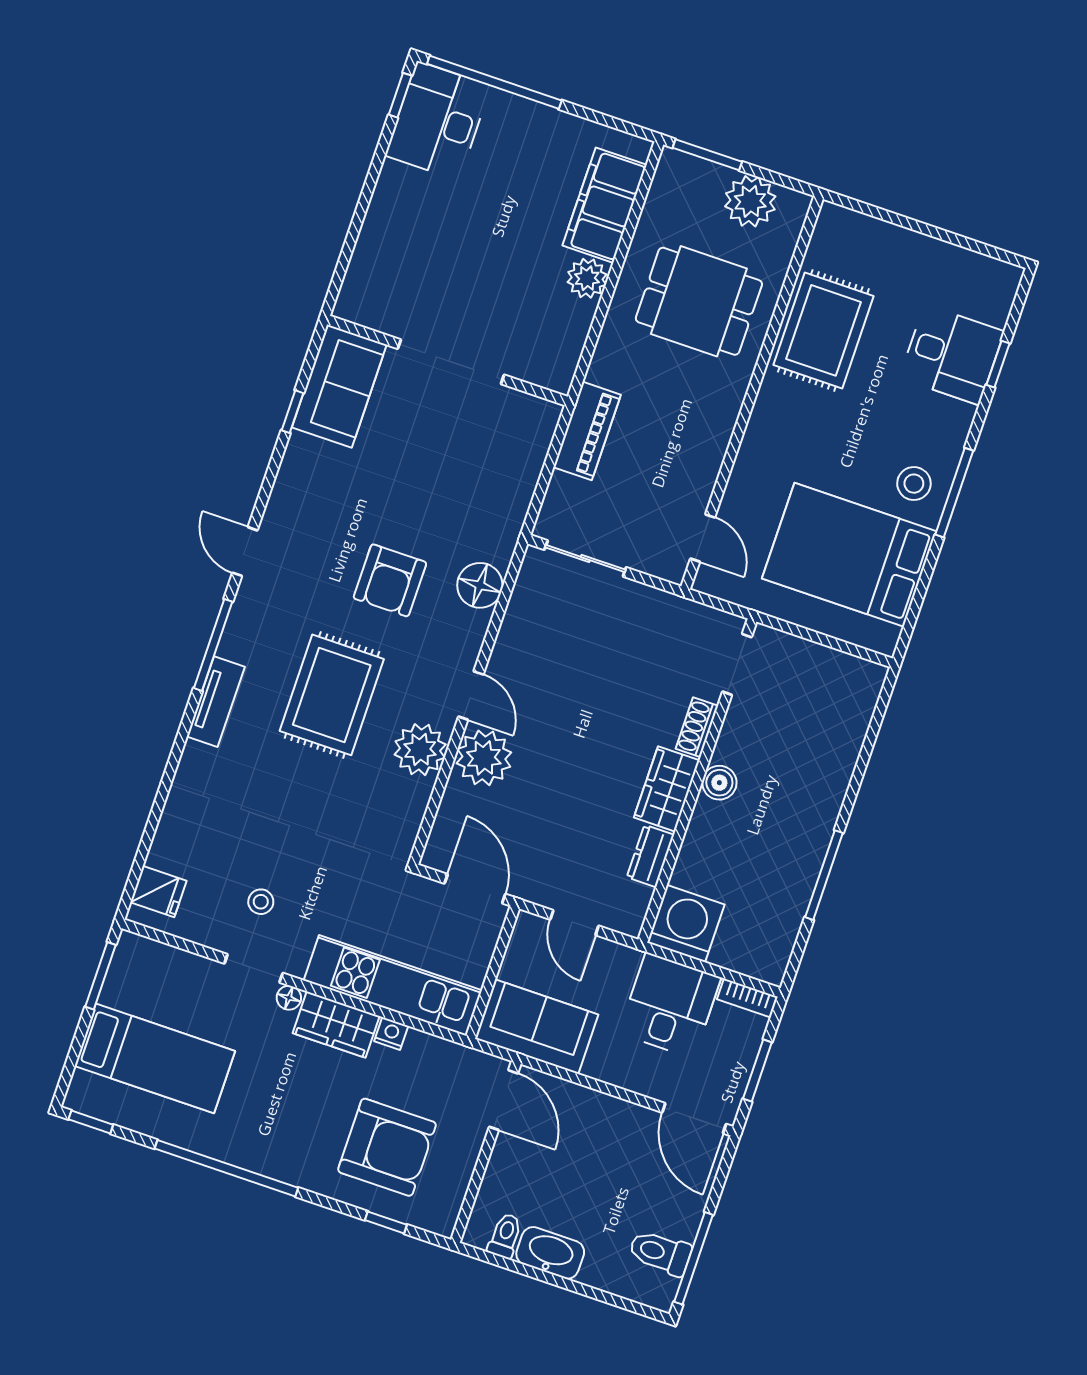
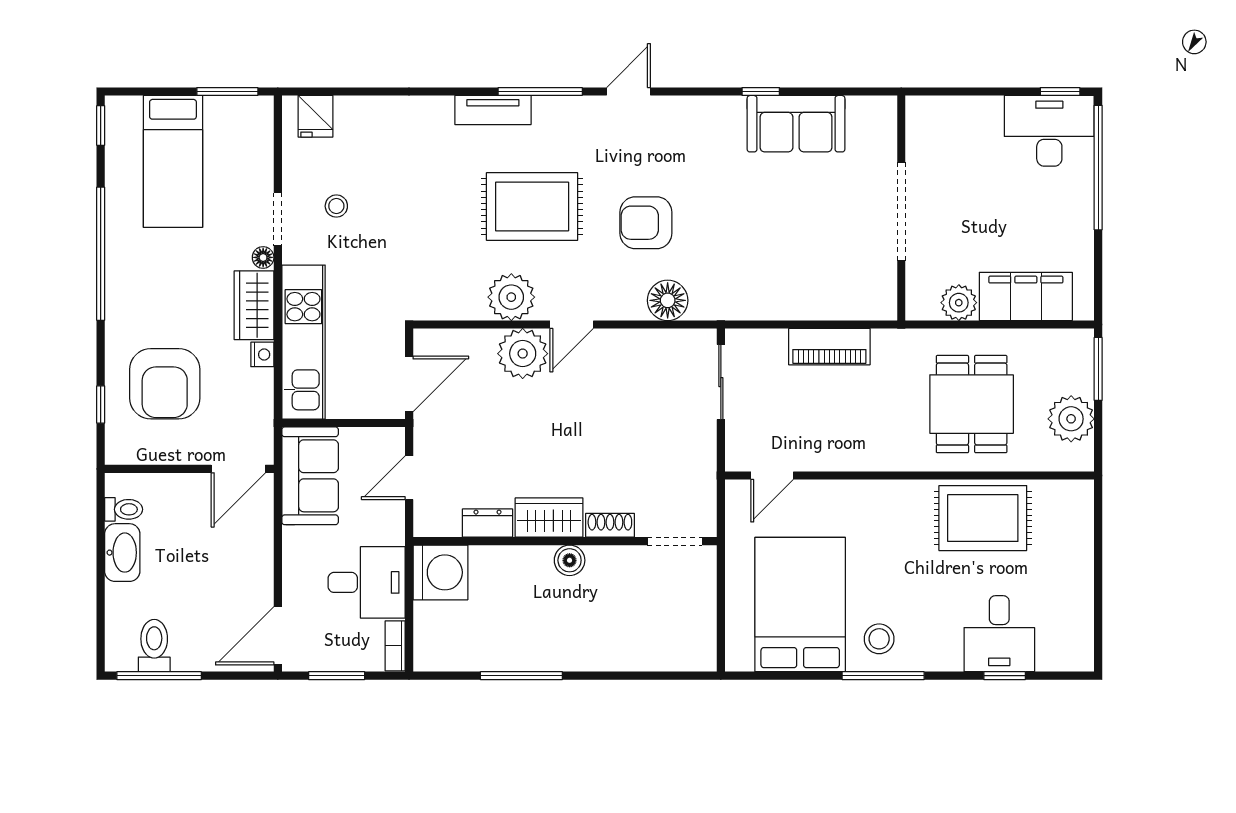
wall: (447, 361) -> (901, 208), moved
doorway: (451, 362) -> (901, 211), moved

